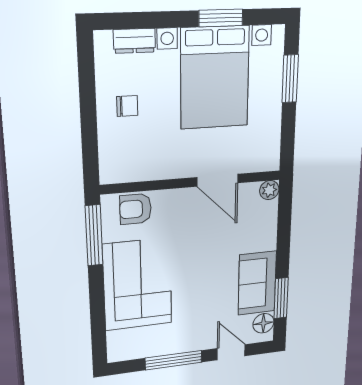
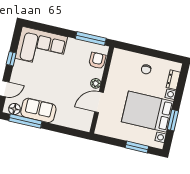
plant: (269, 190) -> (96, 83), moved
corner sofa: (138, 284) -> (41, 48), moved
window: (281, 298) -> (25, 121), width x1.44
window: (174, 360) -> (11, 59), width x0.46

